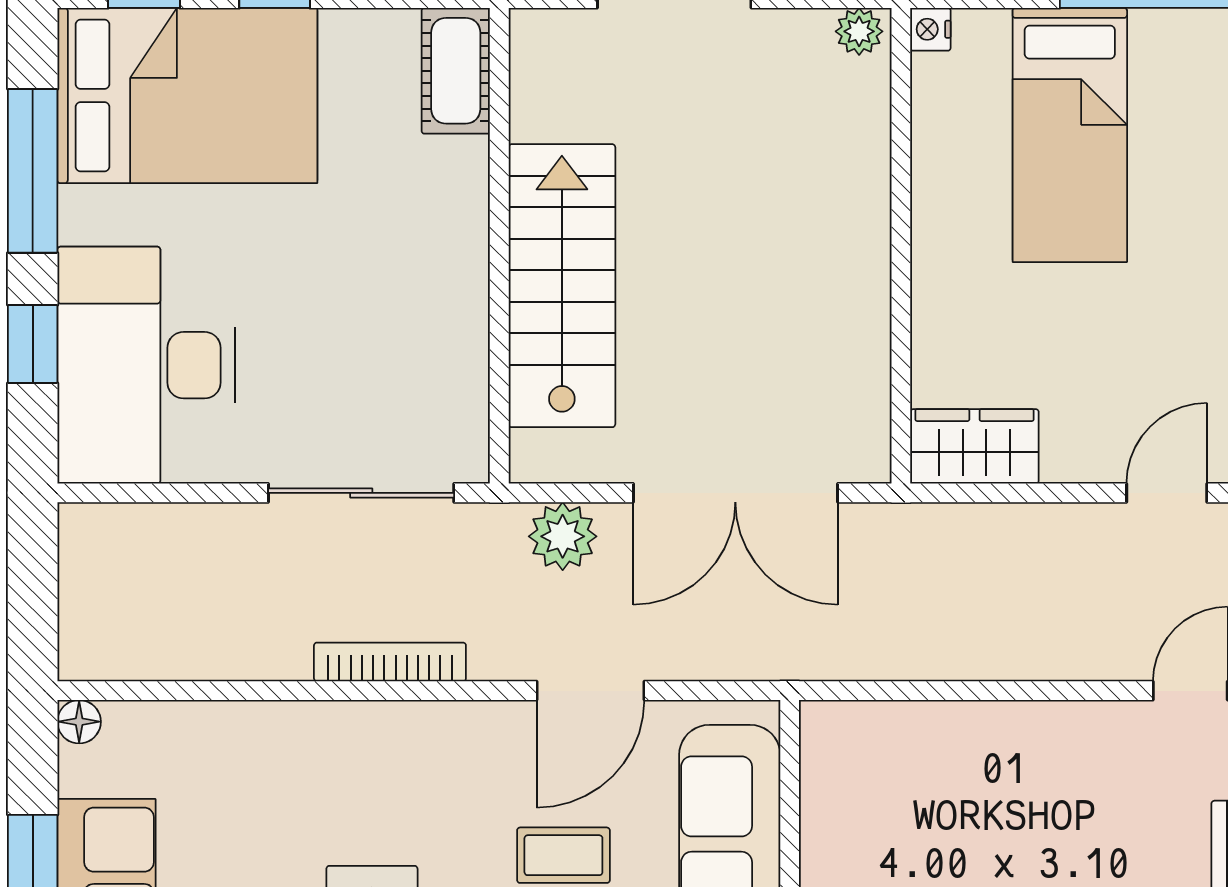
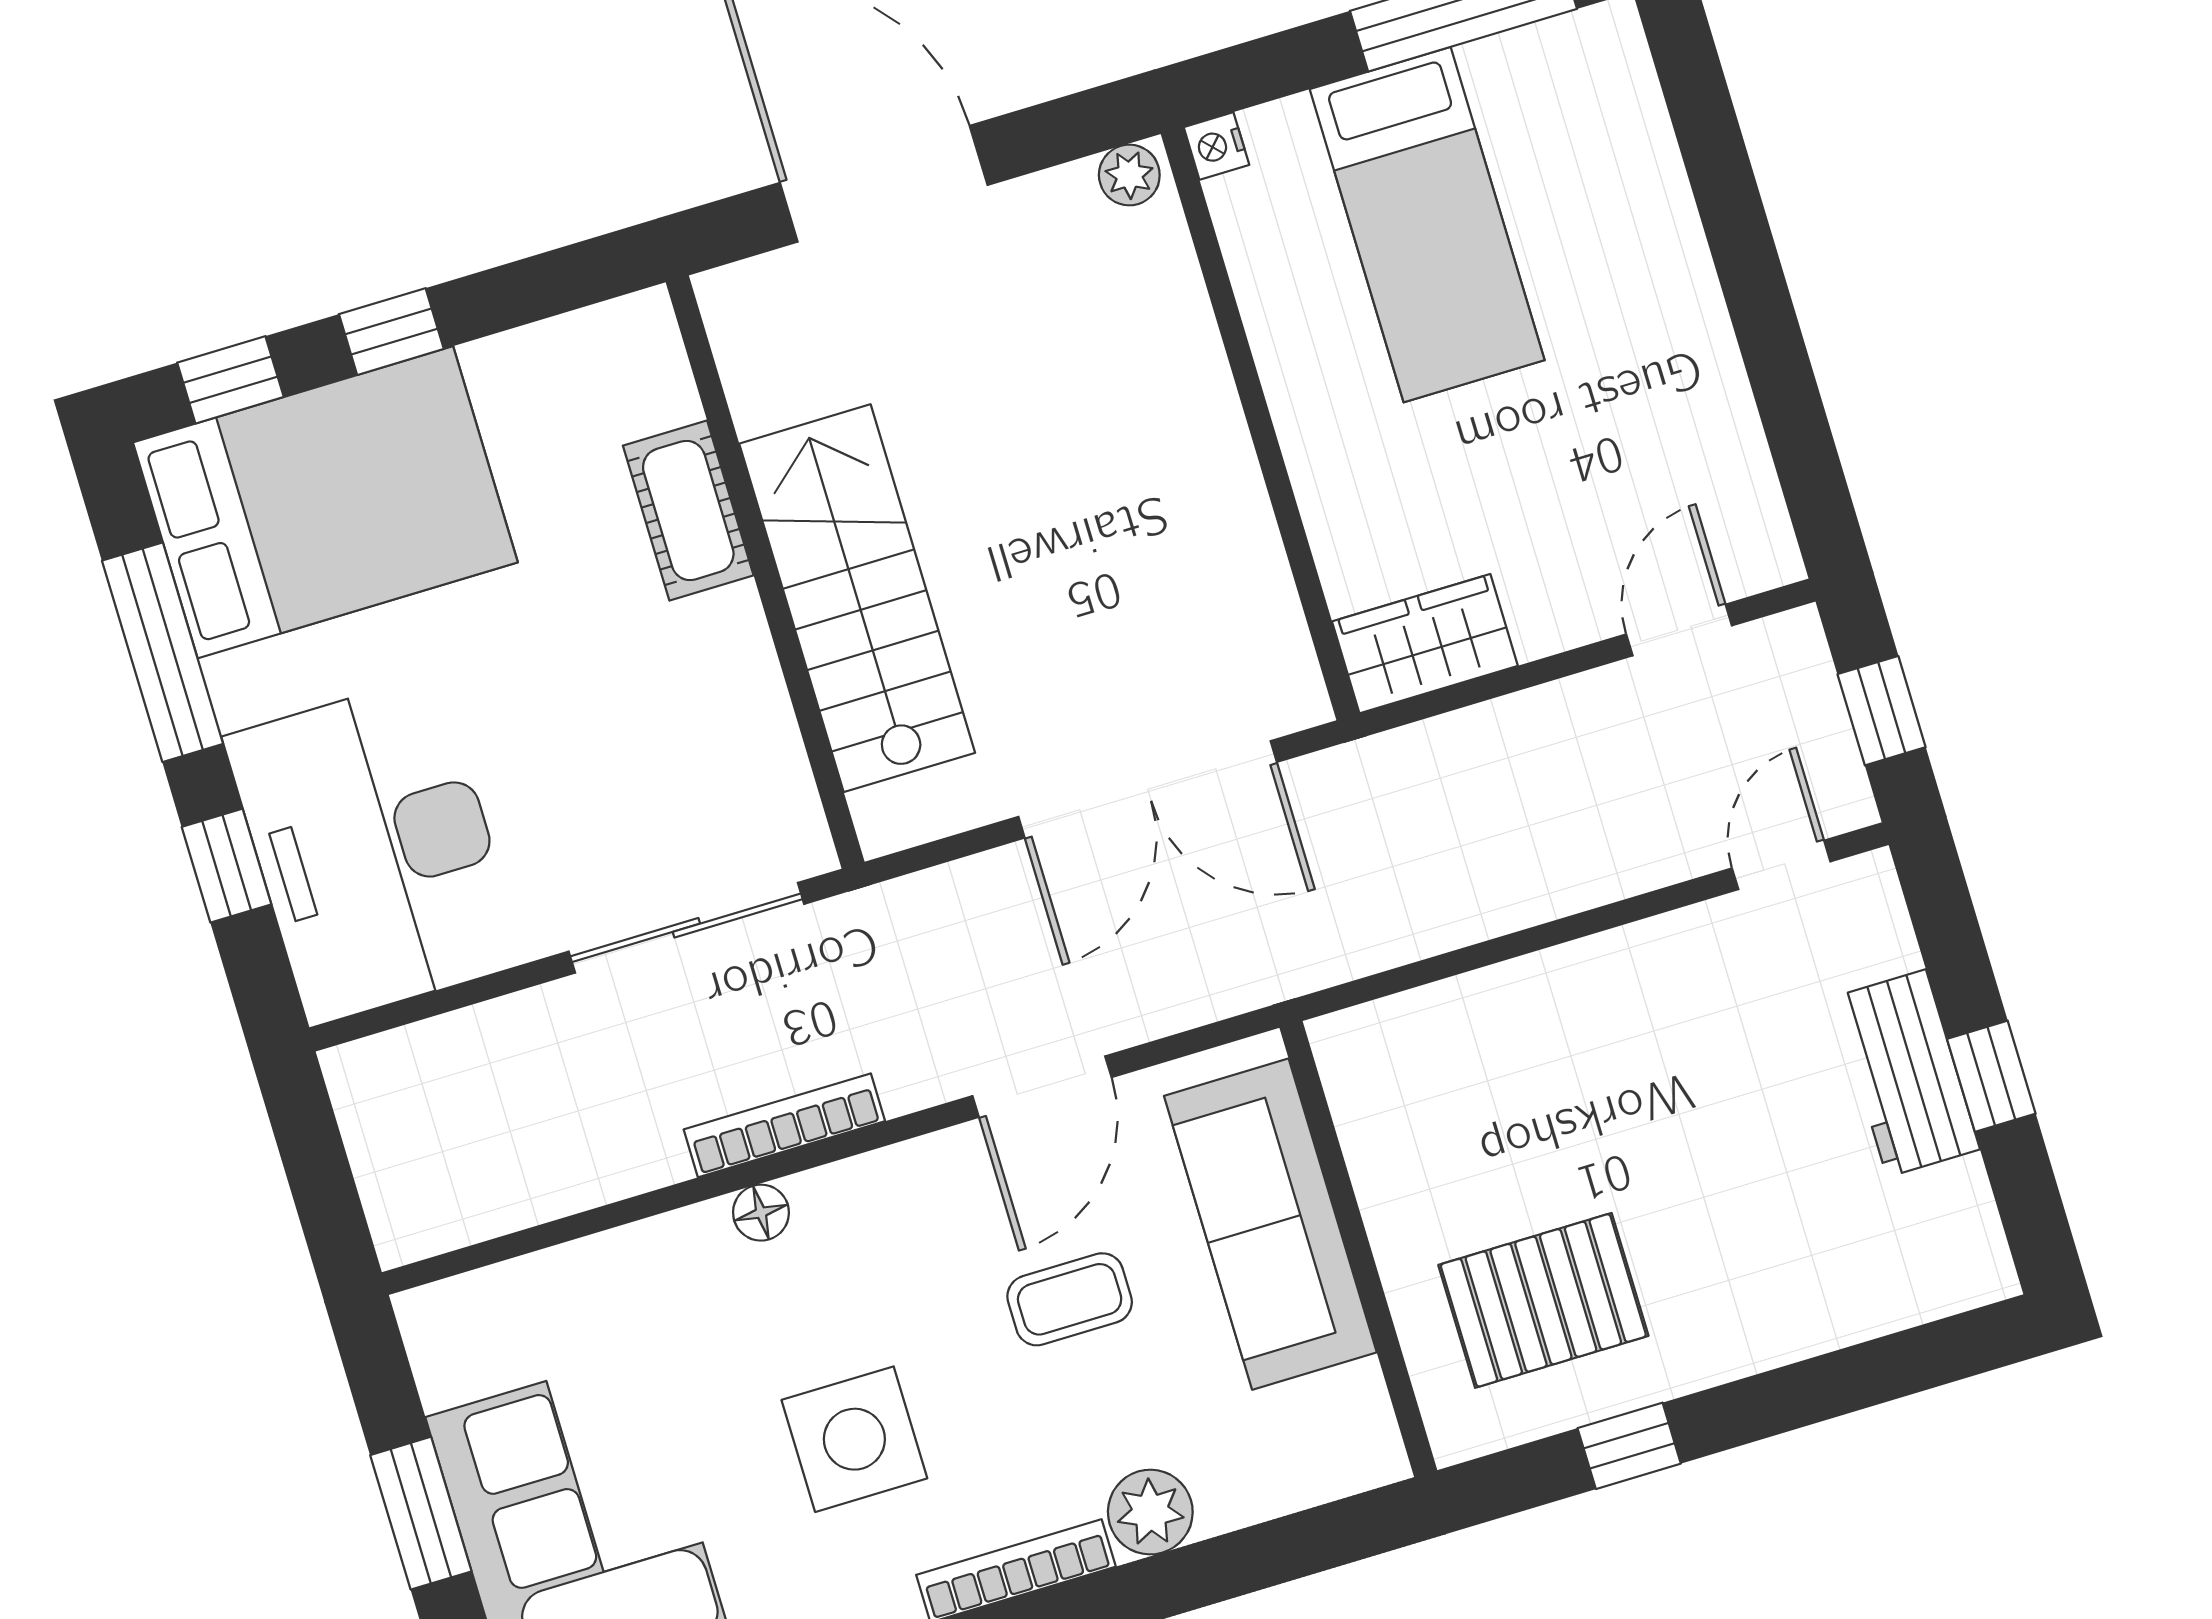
cot: (456, 71) -> (688, 510), moved
plant: (563, 536) -> (951, 907), removed
floor lamp: (79, 722) -> (761, 1213), moved

